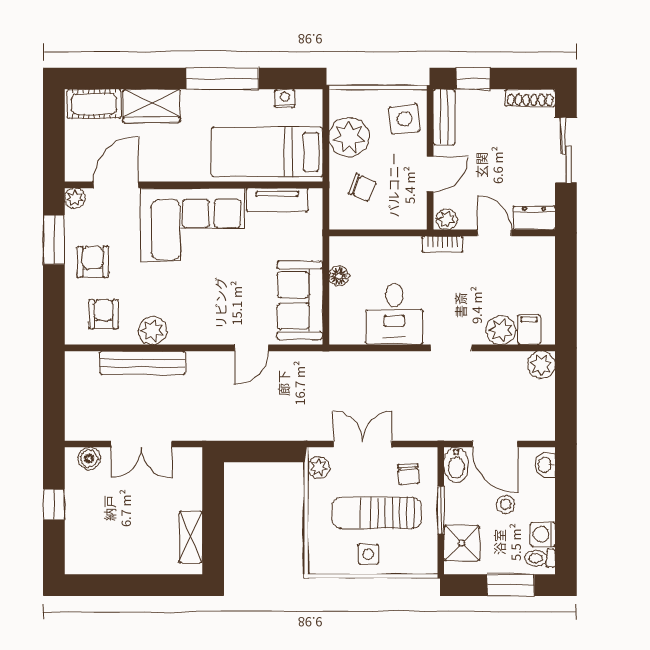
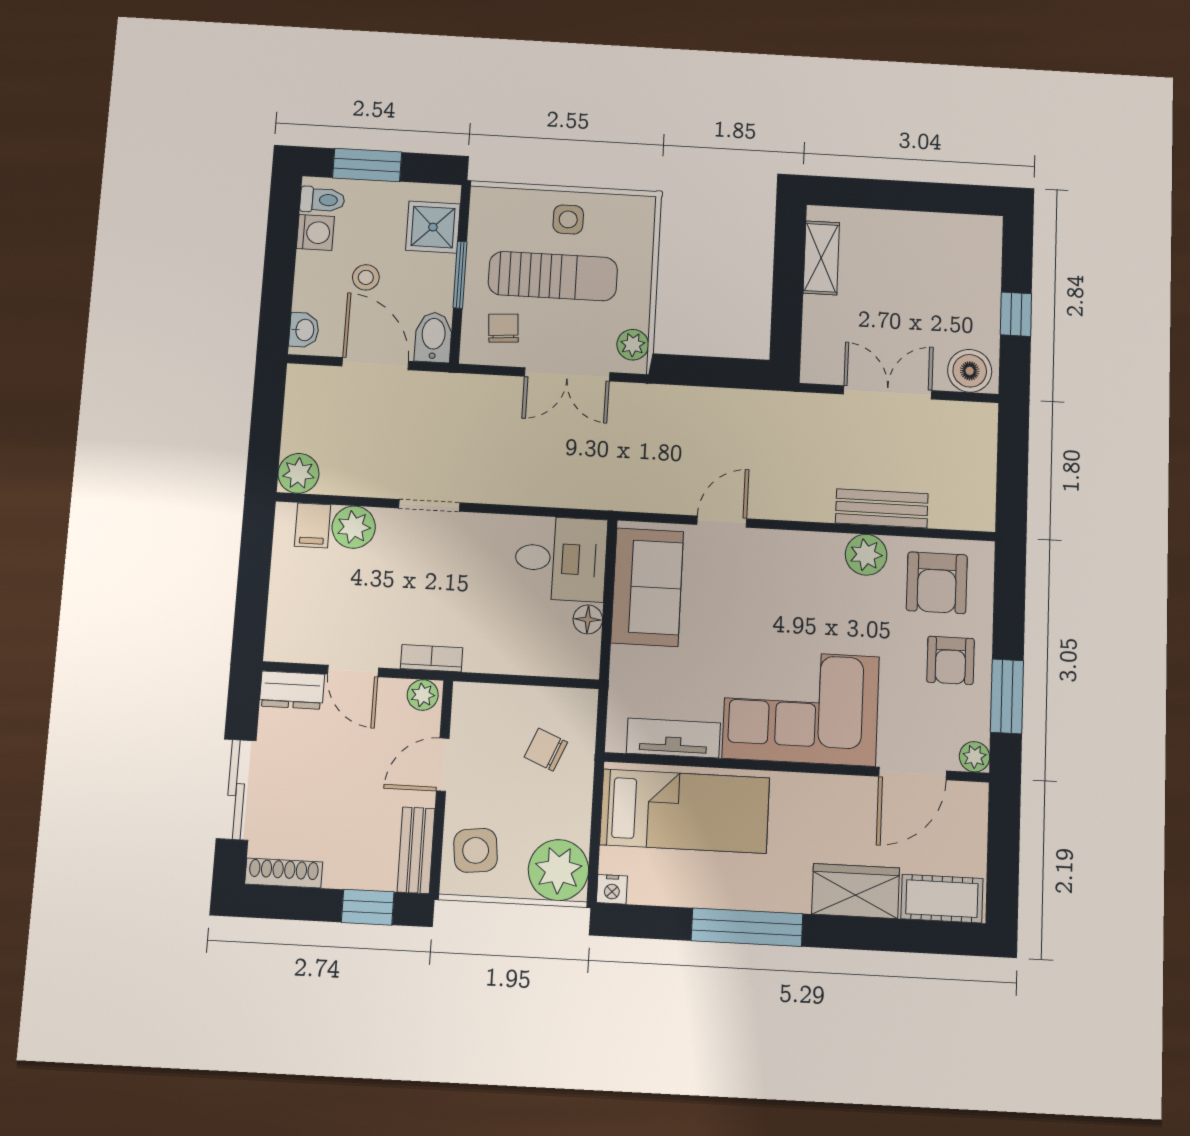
nightstand: (285, 98) -> (612, 889), moved
plant: (349, 137) -> (558, 870), moved
armchair: (103, 314) -> (937, 583), width x1.38, depth x1.38
desk: (394, 314) -> (561, 559), moved, turned 90
bench: (143, 363) -> (882, 508), width x0.73
boiler: (89, 458) -> (970, 371), width x1.36, depth x1.36

